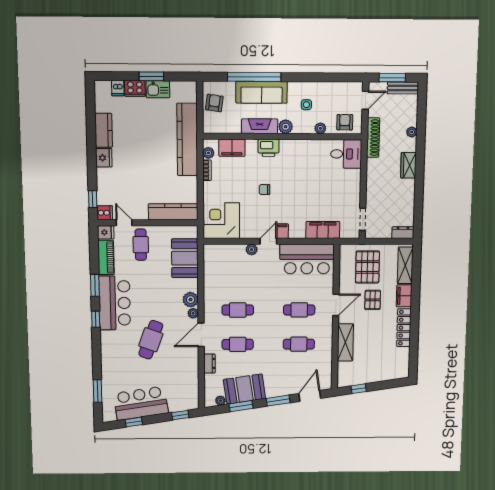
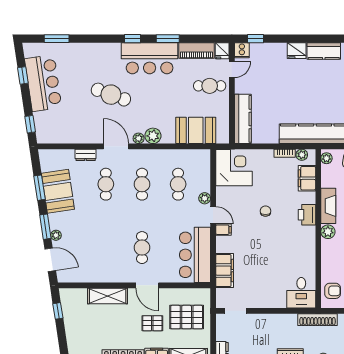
plant: (320, 128) -> (326, 158), moved
cafe table: (299, 344) -> (178, 184), moved
plant: (220, 401) -> (56, 235), moved

